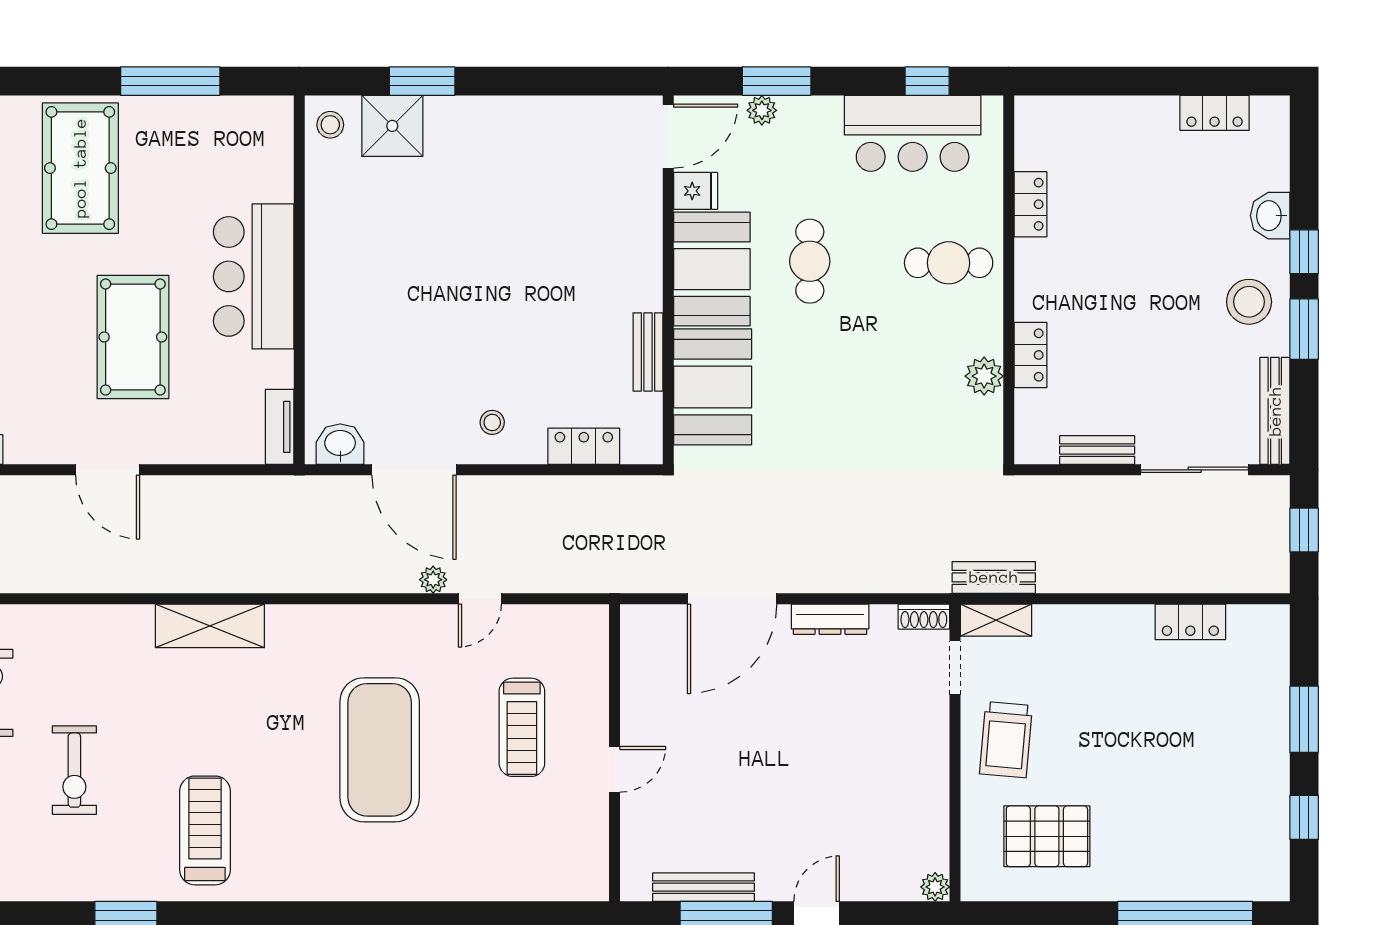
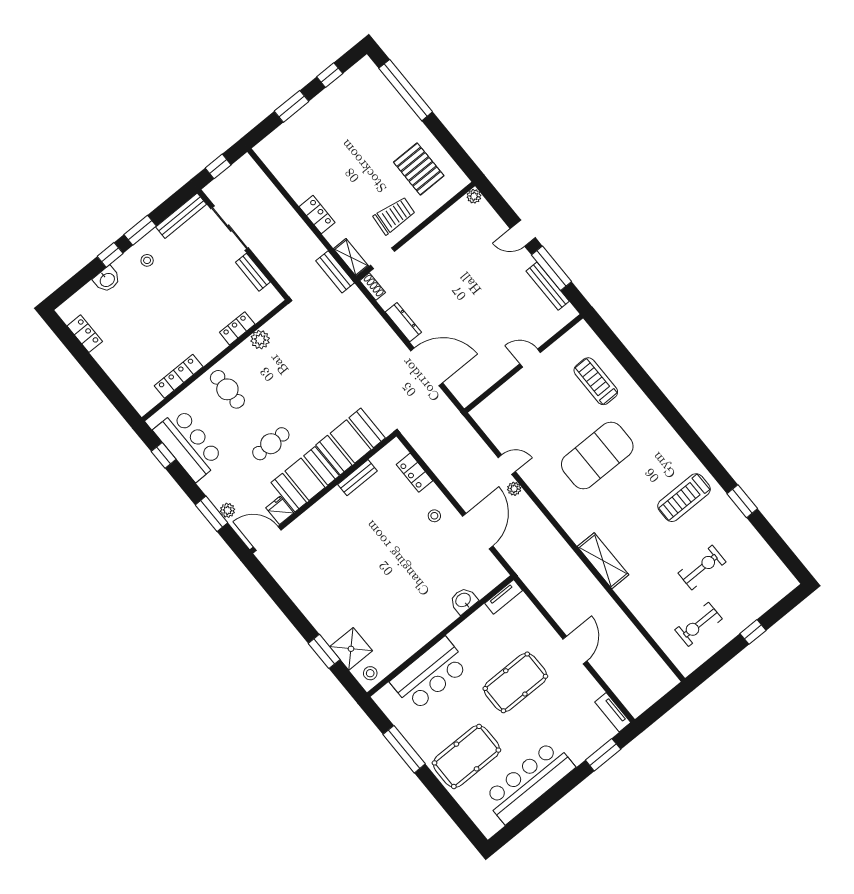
locker: (1030, 204) -> (179, 376), width x1.53
bar counter: (254, 276) -> (430, 674), moved
stool: (1249, 302) -> (147, 260), width x0.53, depth x0.53
washbasin: (340, 444) -> (463, 600), moved, turned 90
locker: (1190, 622) -> (317, 215), moved
treadmill: (522, 727) -> (596, 381), moved, turned -90

